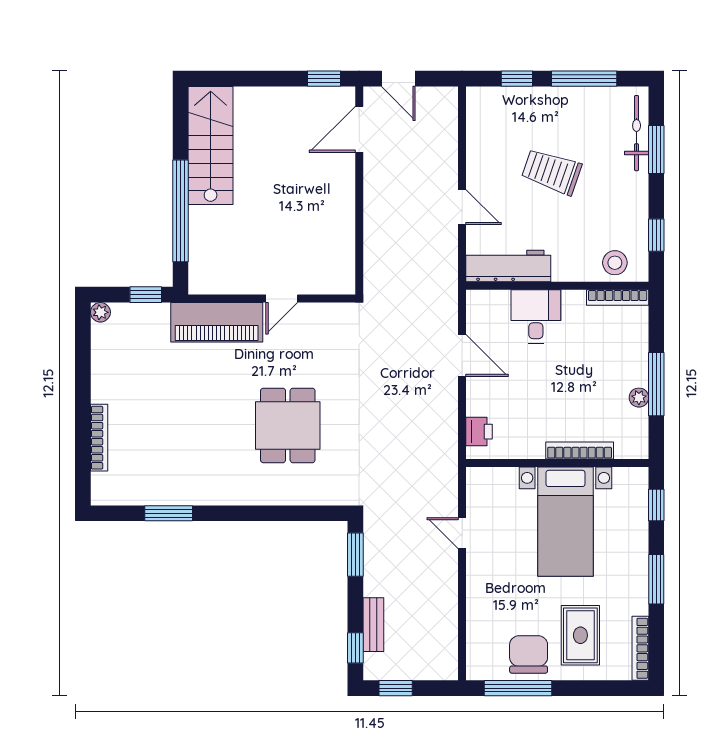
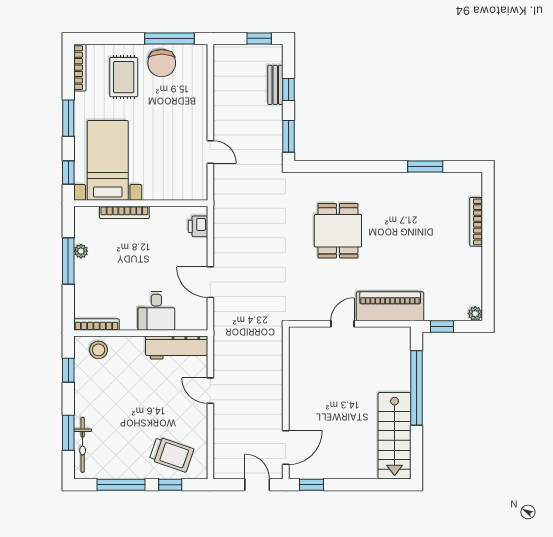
trolley: (552, 172) -> (172, 454), moved
bed with nightstands: (565, 522) -> (108, 160), moved
window: (355, 648) -> (289, 89), moved

